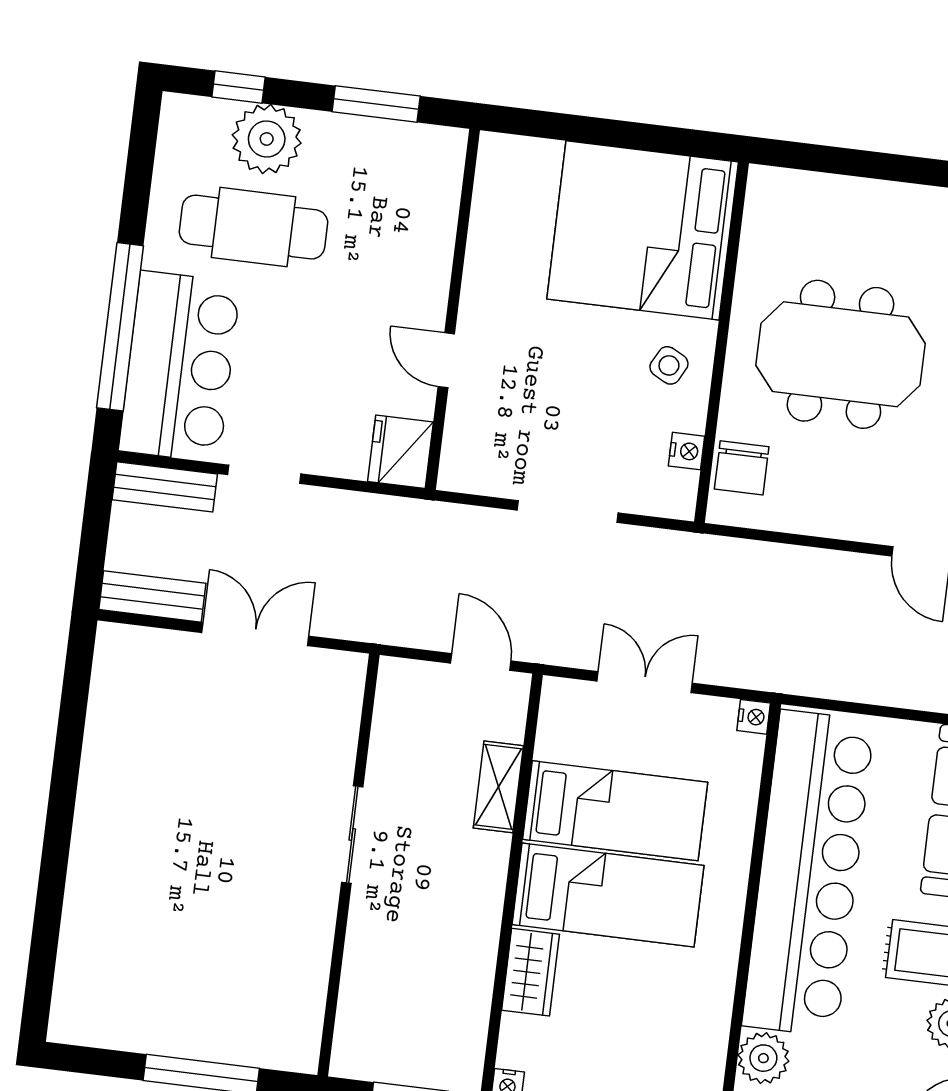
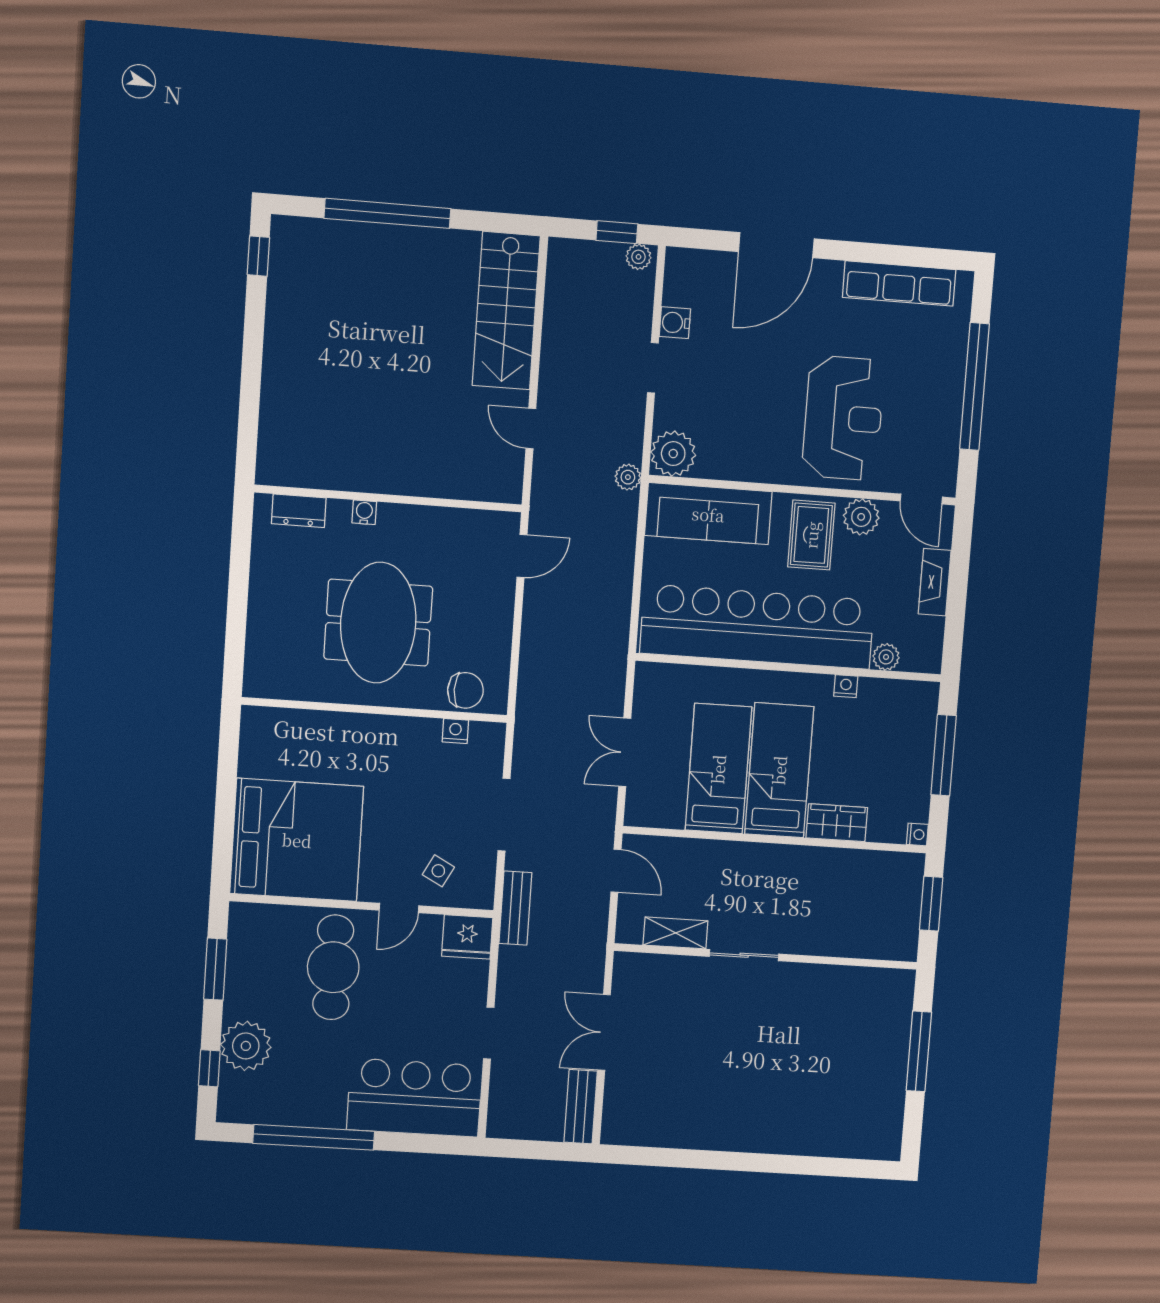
cafe table: (253, 227) -> (333, 967), moved
bed: (643, 230) -> (297, 840), moved, turned -90
window: (120, 327) -> (314, 1137), moved
side table: (669, 365) -> (438, 871), moved
bench: (165, 487) -> (515, 908), moved
door: (481, 662) -> (616, 871), swing flipped
nightstand: (754, 717) -> (846, 686), moved
shelving: (498, 787) -> (675, 933), moved
plant: (763, 1058) -> (886, 657), width x0.73, depth x0.73

